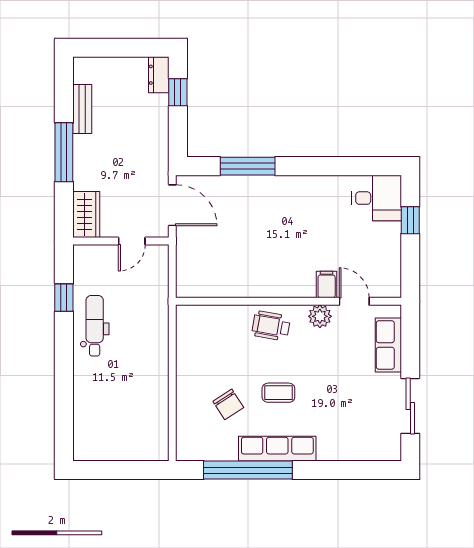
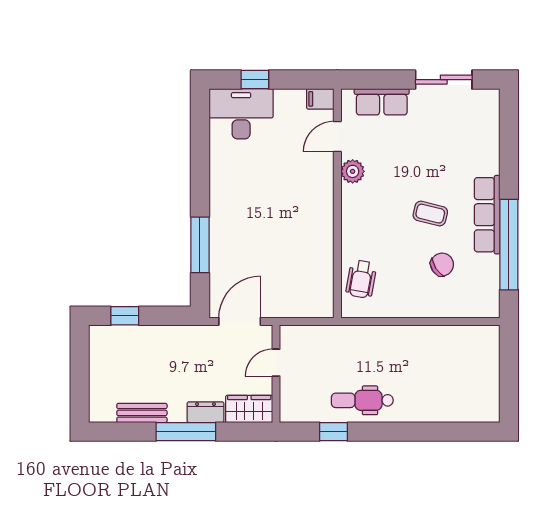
dresser: (159, 75) -> (206, 412), moved, turned 180
desk: (377, 198) -> (241, 114), width x1.37
door: (132, 241) -> (276, 363), swing flipped
filing cabinet: (327, 285) -> (320, 99), moved
wheelchair: (271, 326) -> (361, 279), moved
coffee table: (278, 393) -> (430, 214), turned -76

